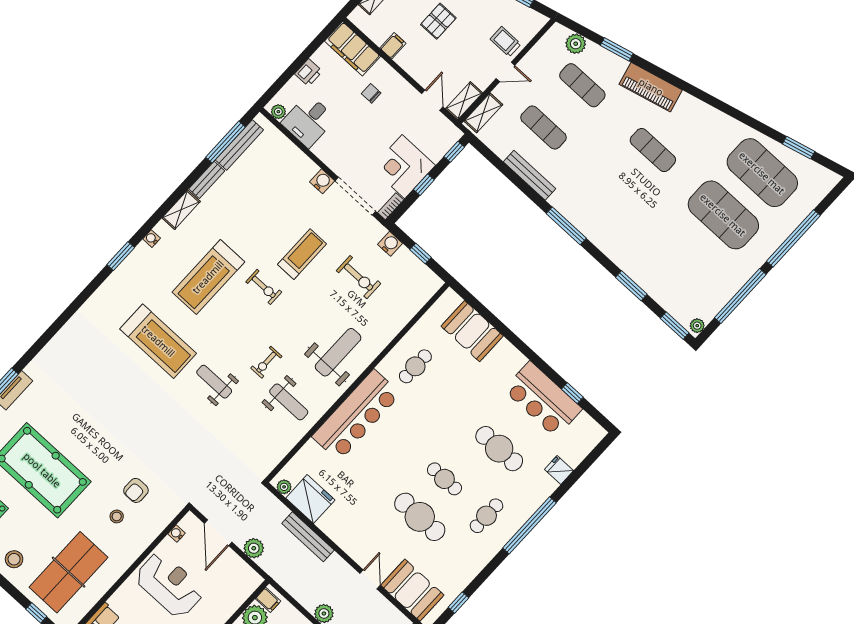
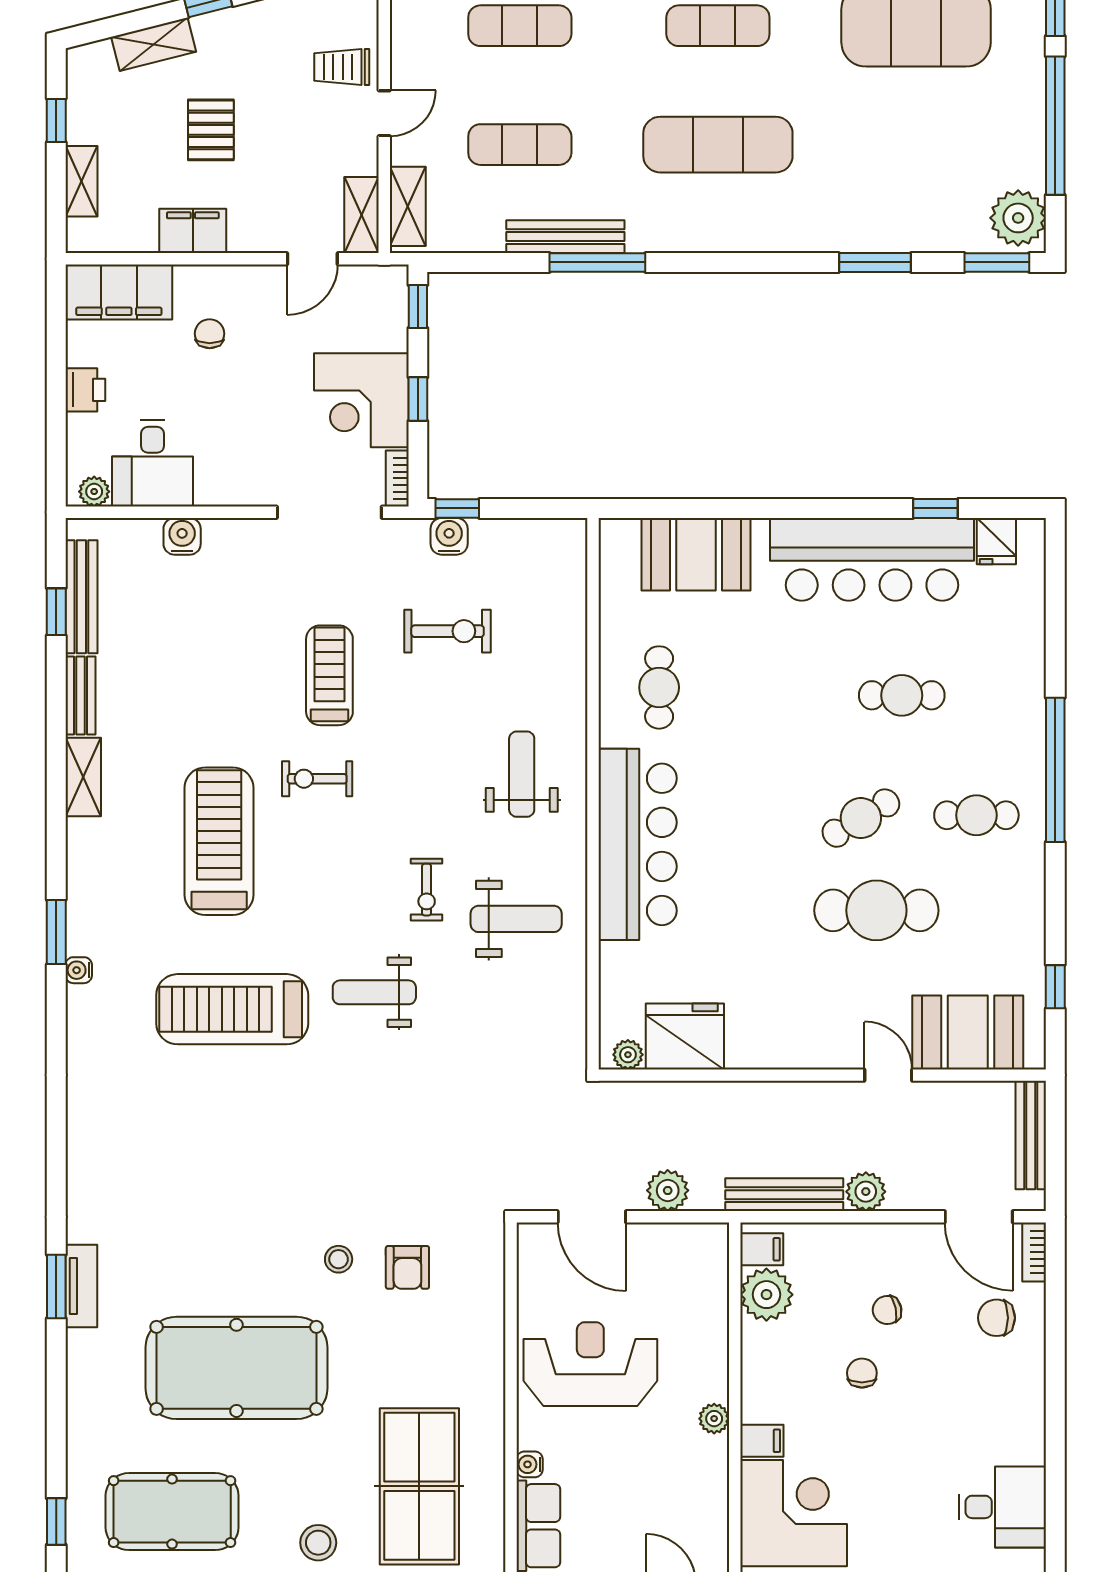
filing cabinet: (393, 46) -> (193, 231), width x2.00
chair: (371, 93) -> (210, 334), turned 90
door: (432, 100) -> (312, 259), swing flipped
window: (226, 142) -> (56, 612), width x0.46
water cooler: (322, 181) -> (182, 536), moved
exercise mat: (614, 192) -> (718, 145), added
window: (566, 226) -> (597, 262), moved
water cooler: (152, 239) -> (79, 970), moved
window: (421, 254) -> (457, 508), moved
treadmill: (208, 277) -> (219, 841), turned 180
exercise bike: (264, 287) -> (317, 779), turned 180
plant: (697, 326) -> (1018, 218), width x1.88, depth x1.88
treadmill: (158, 341) -> (232, 1009), turned 180
weight bench: (338, 352) -> (522, 774), width x0.73, depth x0.75
bar counter: (543, 399) -> (872, 559), width x1.36
cafe table: (499, 449) -> (902, 695), width x0.73, depth x0.74
fridge: (559, 470) -> (996, 541), moved, turned -90
cafe table: (444, 479) -> (861, 818), turned -31
stool: (117, 516) -> (339, 1259), moved
cafe table: (486, 516) -> (976, 815), turned 90
water cooler: (177, 533) -> (530, 1464), moved
bench: (308, 537) -> (784, 1195), moved

